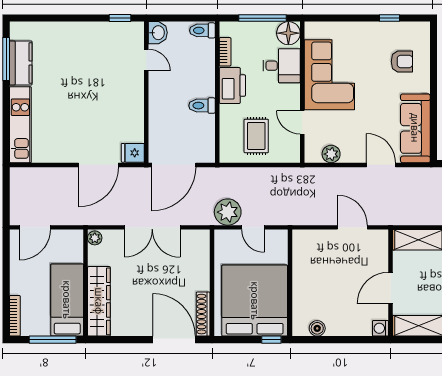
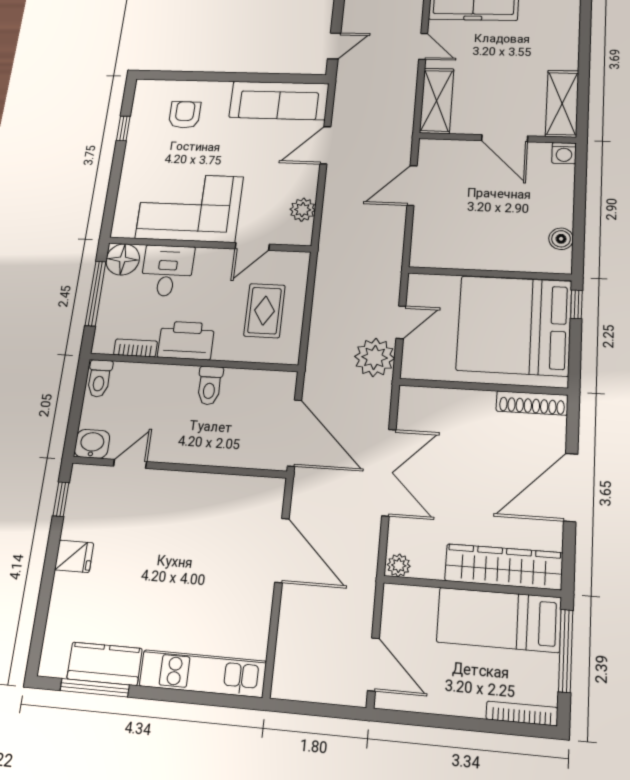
rug: (256, 136) -> (264, 311), turned 90
fridge: (133, 153) -> (74, 556), moved, turned -90
door: (174, 340) -> (571, 487), moved

